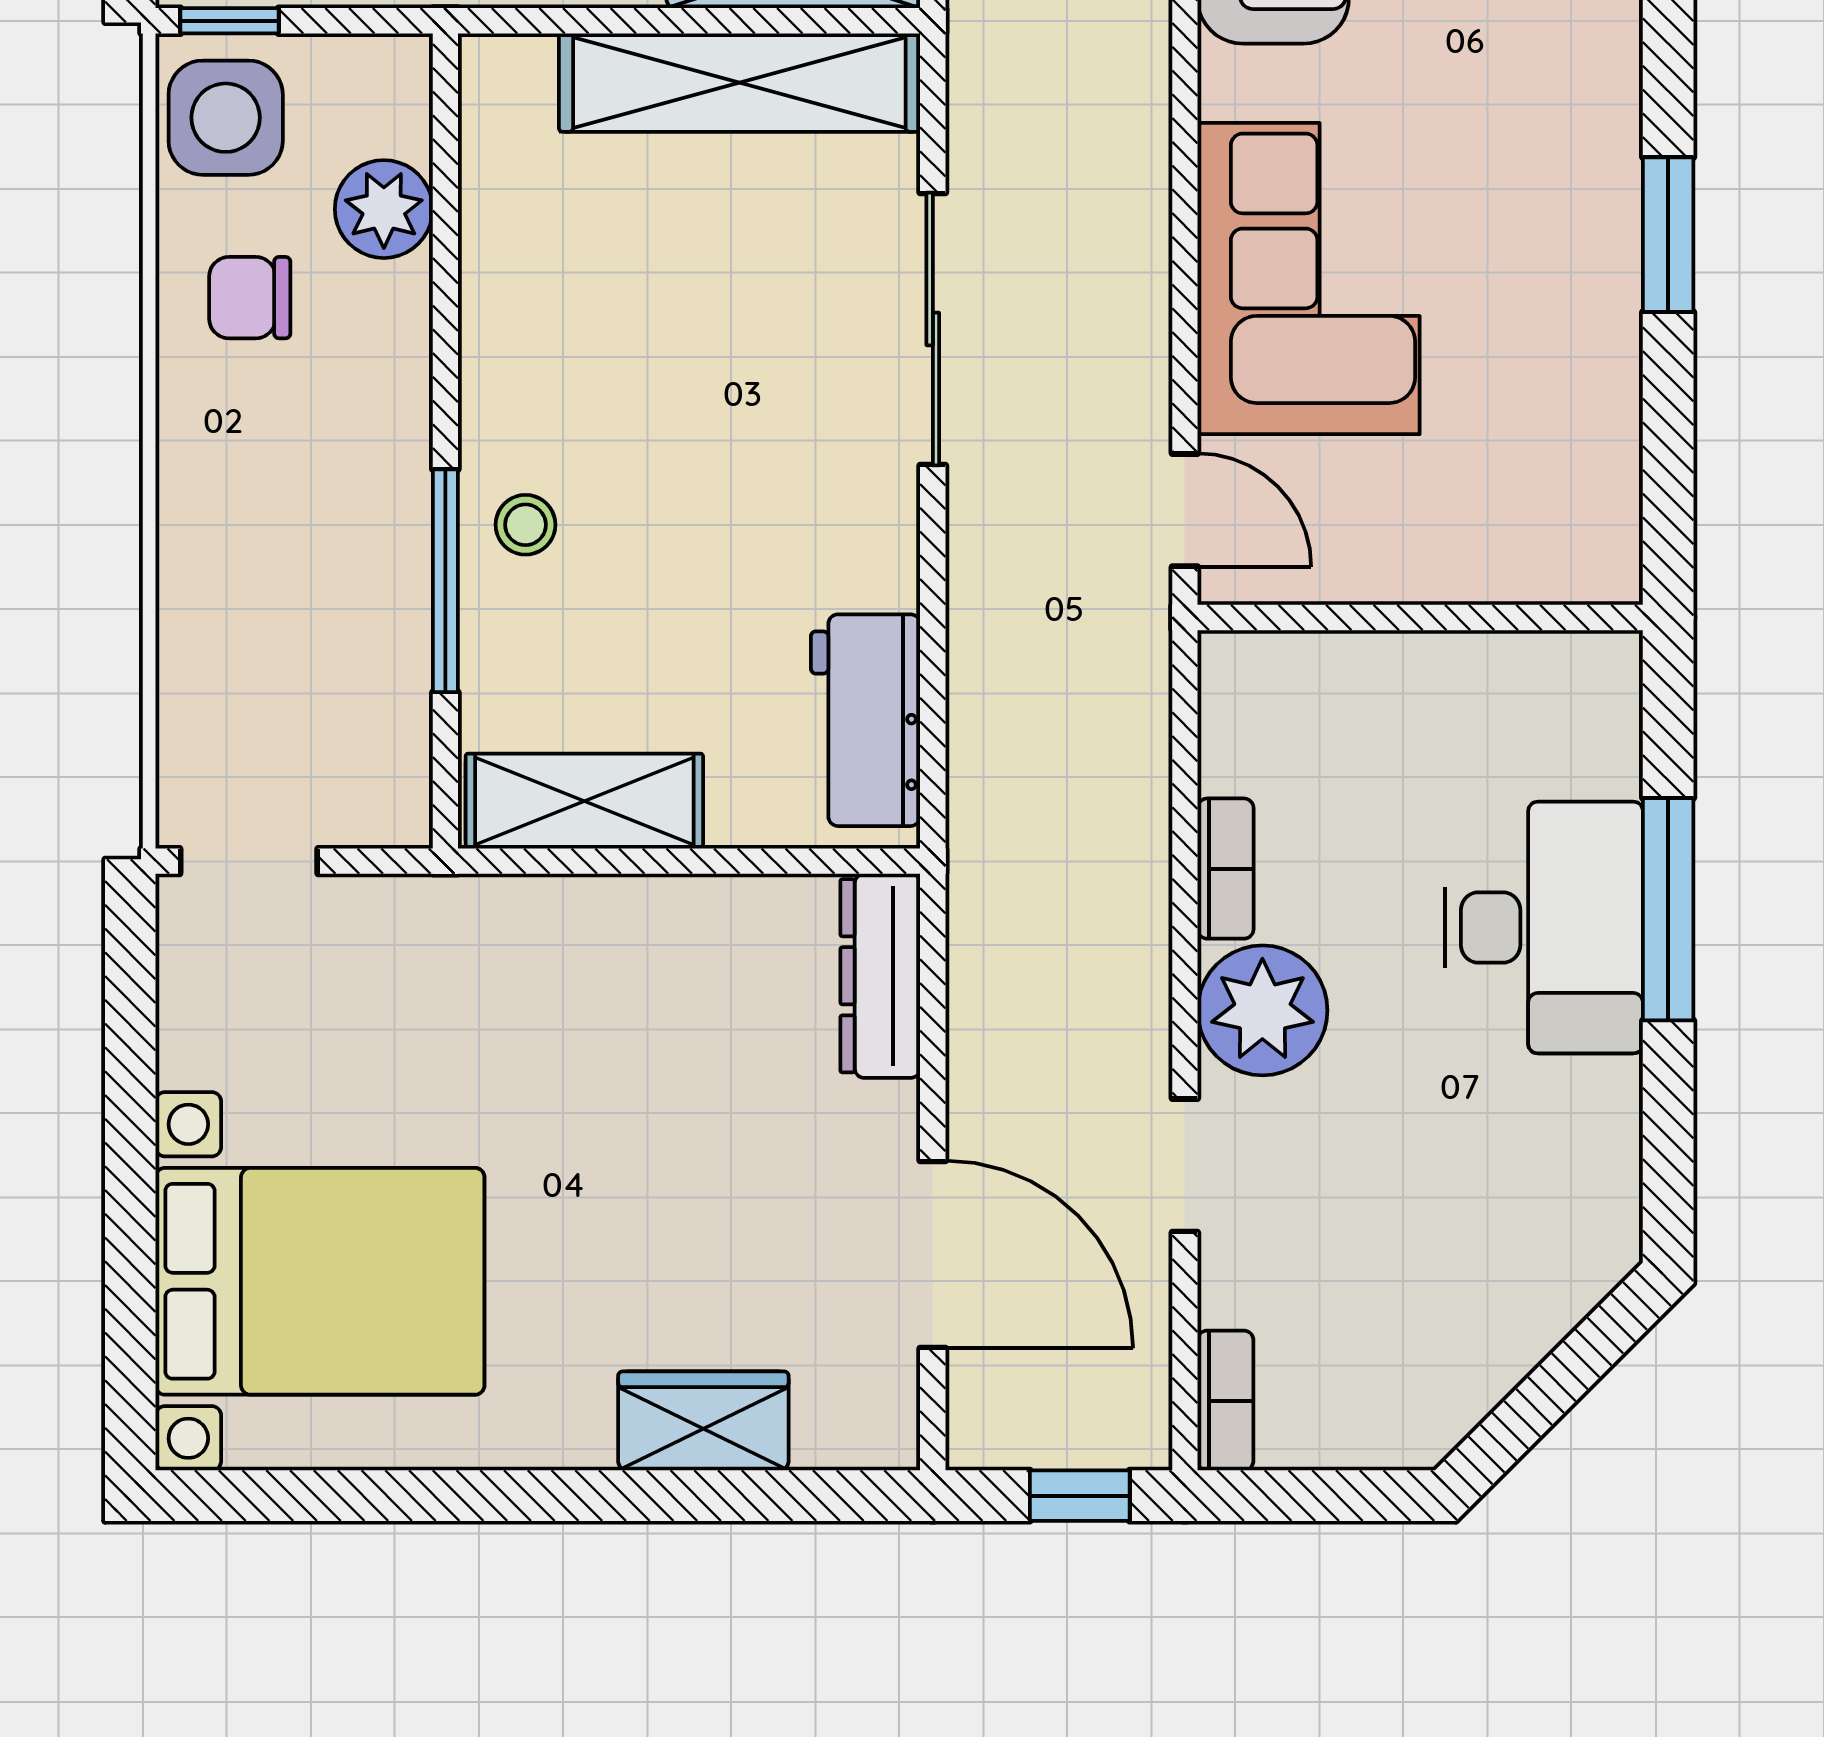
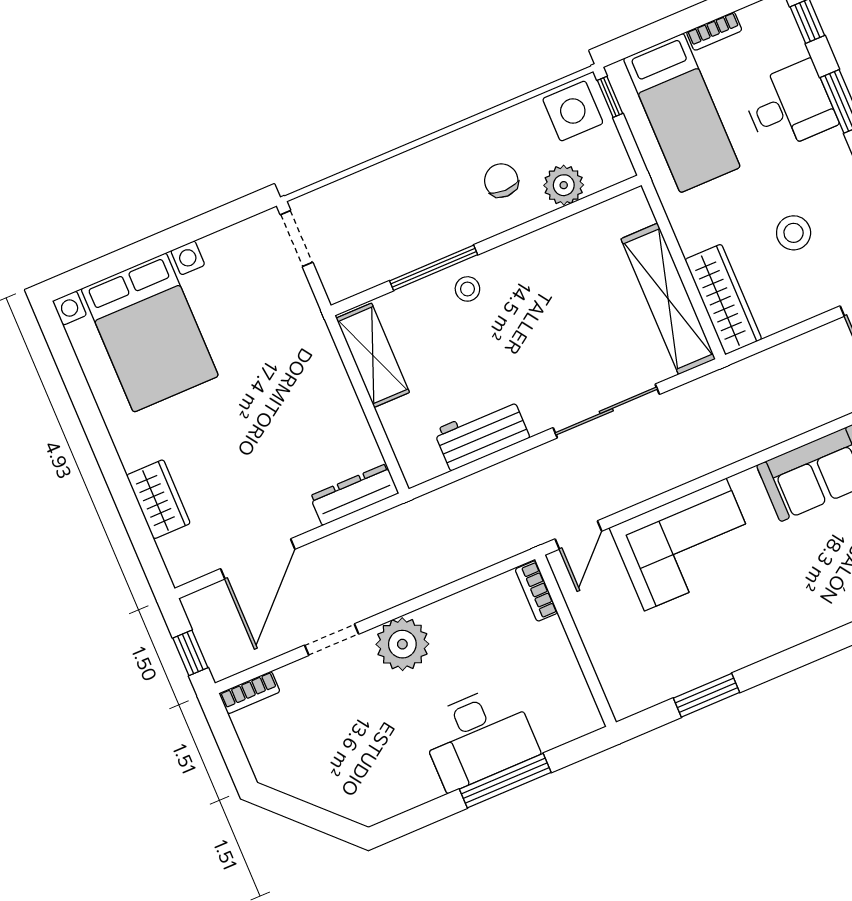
window: (1668, 235) -> (707, 695), moved
chair: (250, 298) -> (501, 181), moved
workbench: (865, 720) -> (482, 434), moved
bookcase: (1226, 869) -> (536, 591), moved, turned 90

